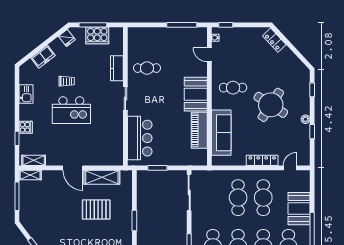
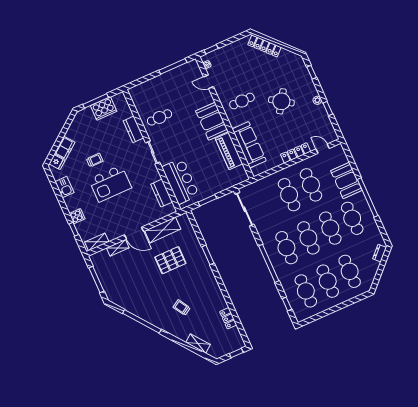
fridge: (67, 38) -> (57, 162), moved
locker: (274, 40) -> (265, 46), width x1.53
round table: (271, 105) -> (281, 101), width x0.73, depth x0.73
kitchen counter: (117, 141) -> (162, 193), added
door: (290, 168) -> (323, 149), hinge flipped
shelving: (30, 175) -> (118, 248), moved

